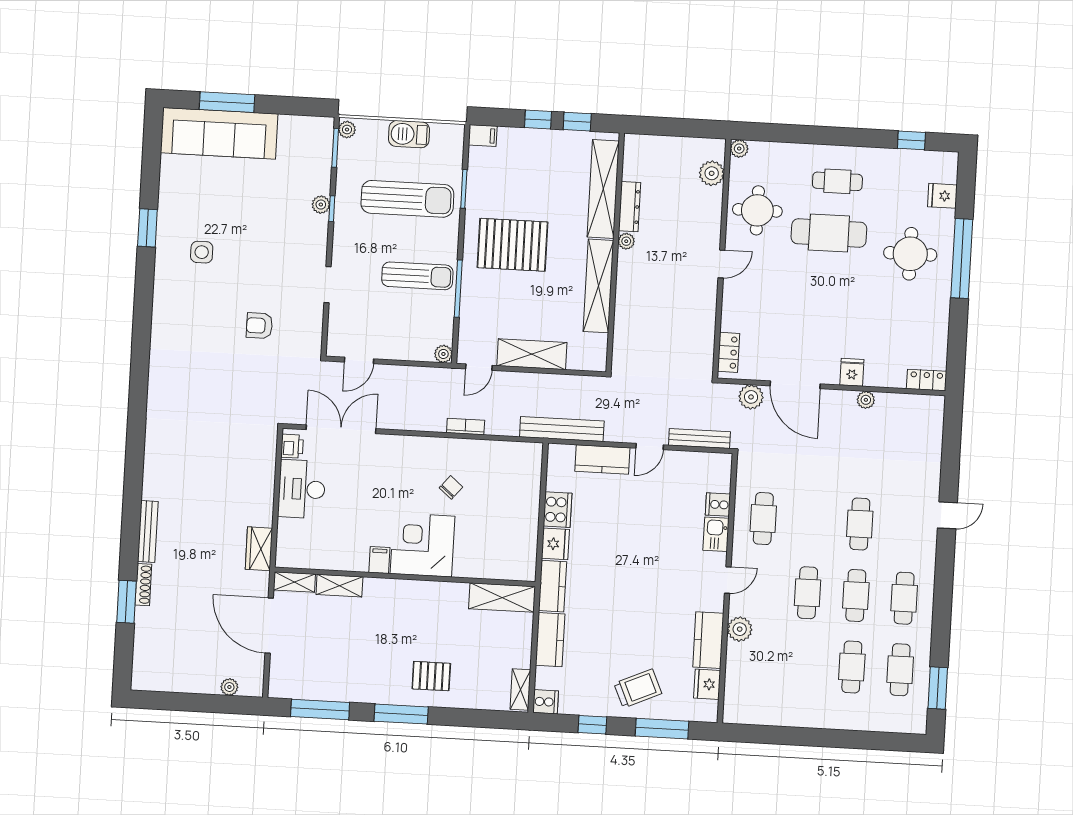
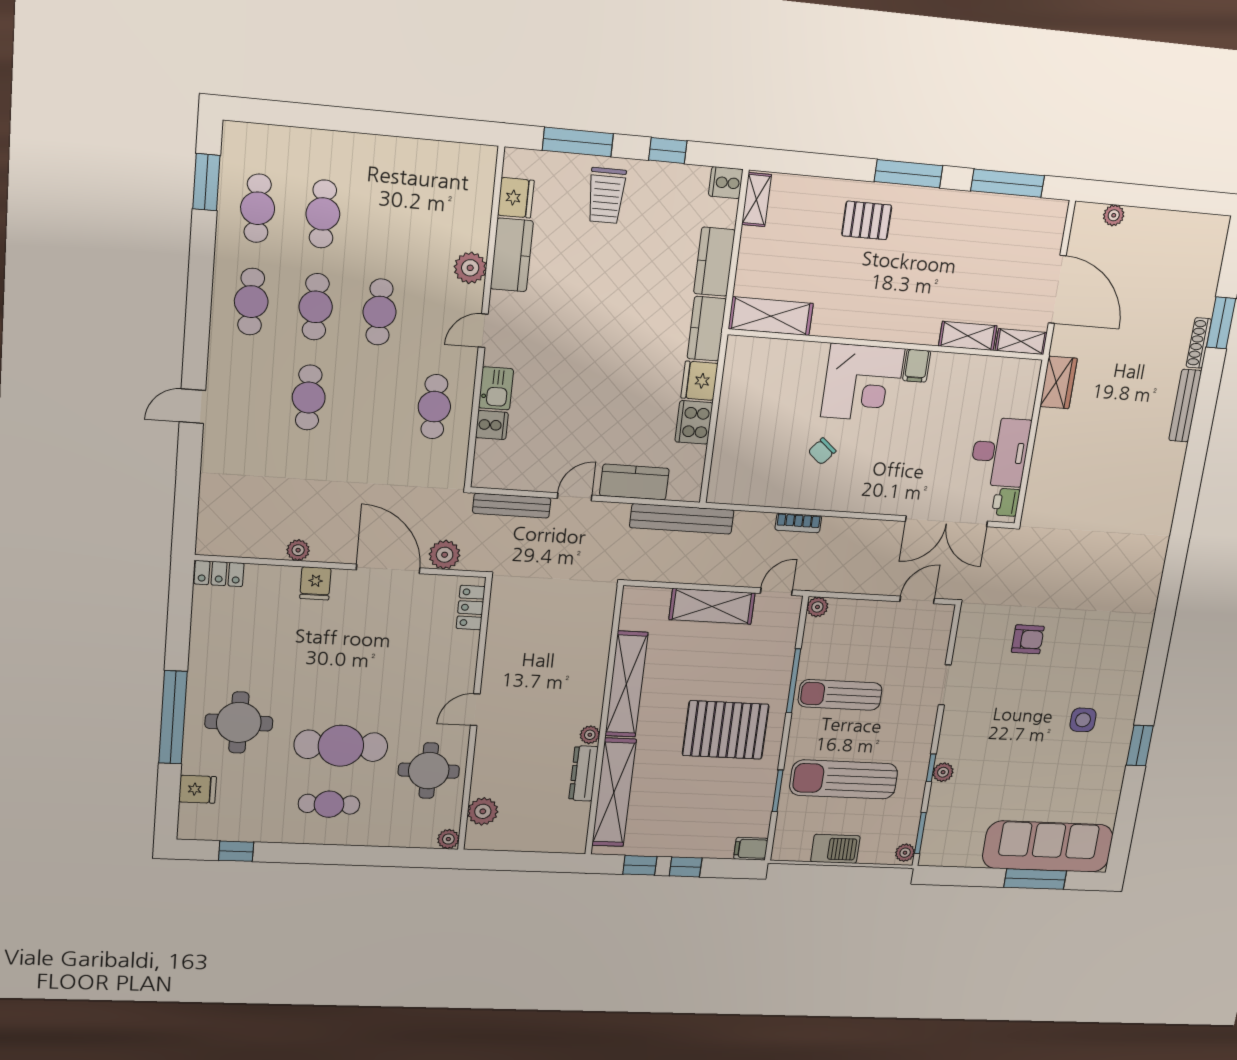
trolley: (638, 688) -> (606, 196), turned -66

